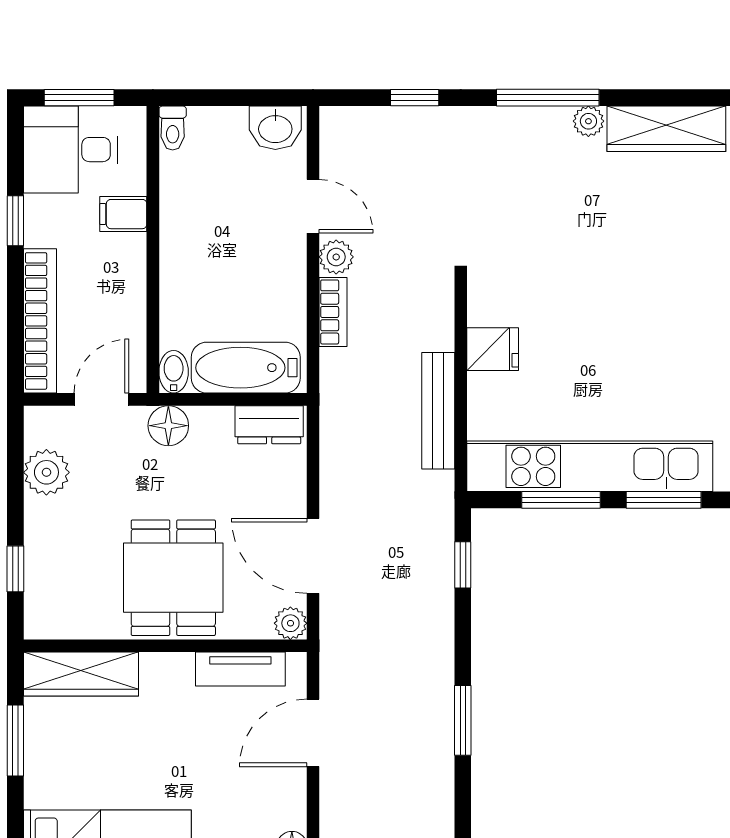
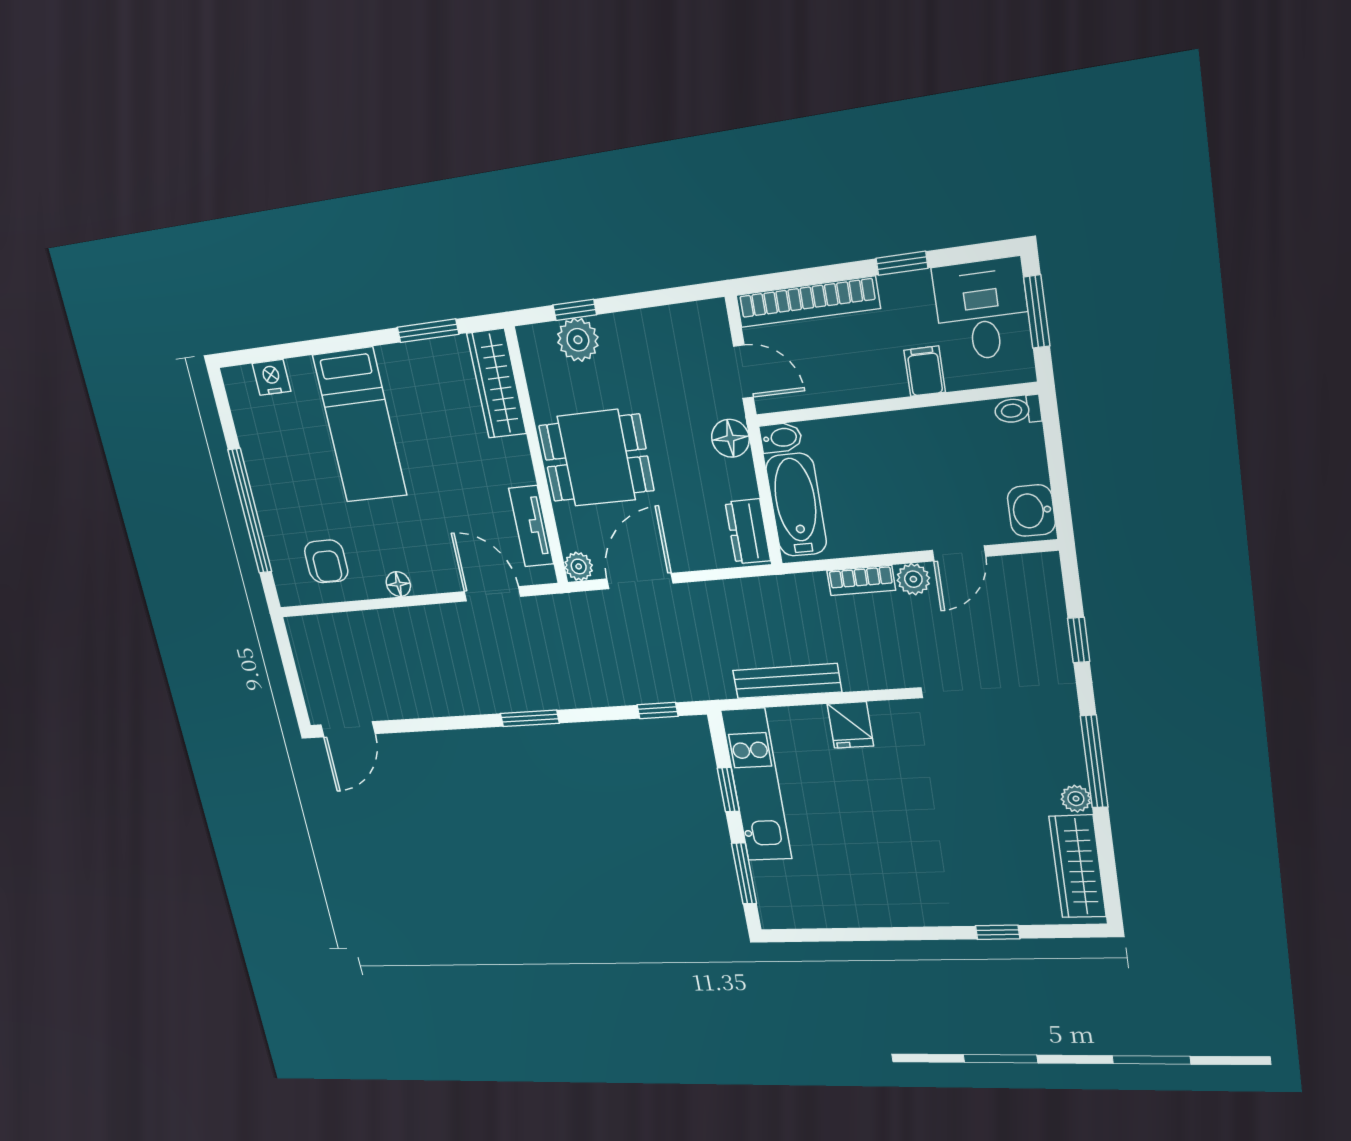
kitchen unit: (590, 466) -> (757, 785), width x0.73
plant: (46, 472) -> (578, 340), moved
window: (561, 500) -> (728, 790), width x0.67

